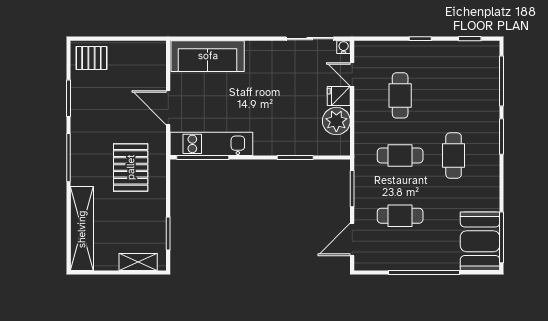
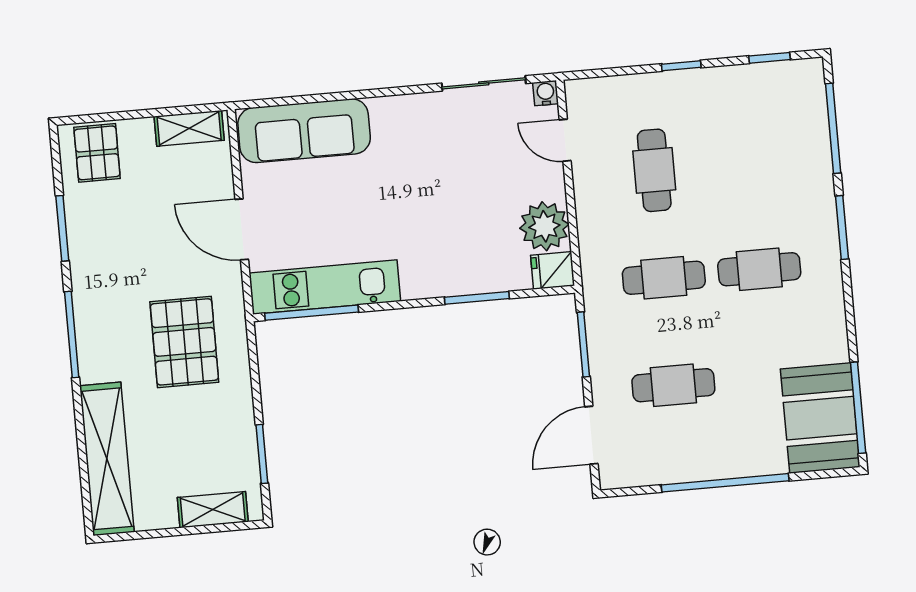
shelving: (144, 49) -> (189, 128), added
pallet: (91, 58) -> (97, 153), turned 90
fridge: (339, 96) -> (553, 270), moved
cafe table: (454, 156) -> (759, 269), turned 90

